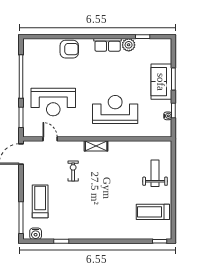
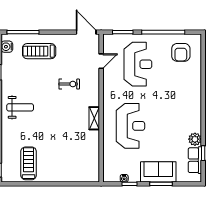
row of seats: (108, 45) -> (195, 160), moved
armchair: (69, 49) -> (181, 52), moved
reception desk: (53, 102) -> (138, 64), turned 180
shelving: (96, 146) -> (94, 118), moved
weight bench: (155, 173) -> (20, 107), moved
treadmill: (40, 201) -> (39, 51), turned 180

